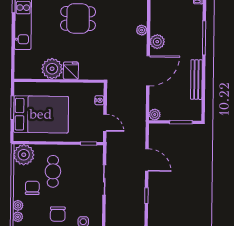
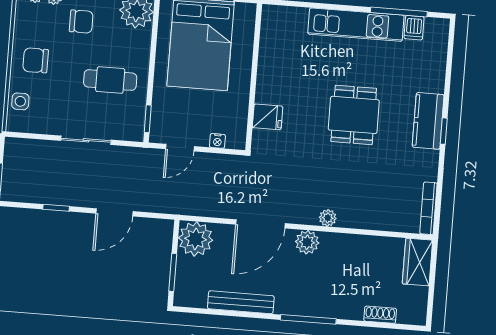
plant: (52, 69) -> (274, 67), removed
fridge: (71, 71) -> (268, 117), moved
door: (148, 71) -> (260, 224), hinge flipped
plant: (155, 114) -> (196, 239), width x1.87, depth x1.87
cafe table: (53, 171) -> (110, 80), moved

